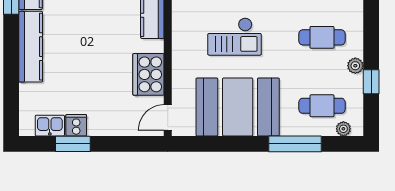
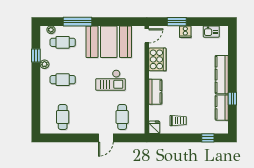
checkout: (234, 36) -> (110, 80), turned 180
cooker: (76, 125) -> (185, 32), moved
window: (73, 144) -> (177, 22), moved

